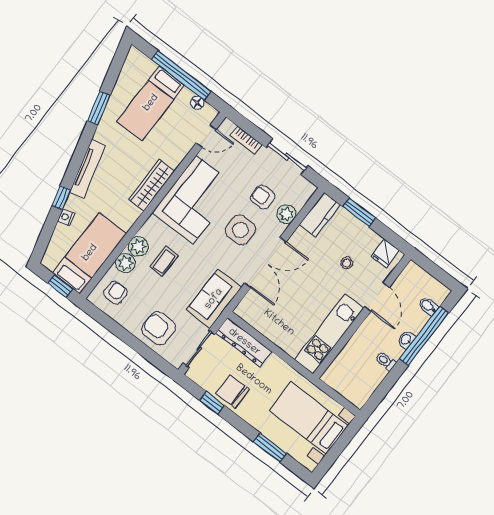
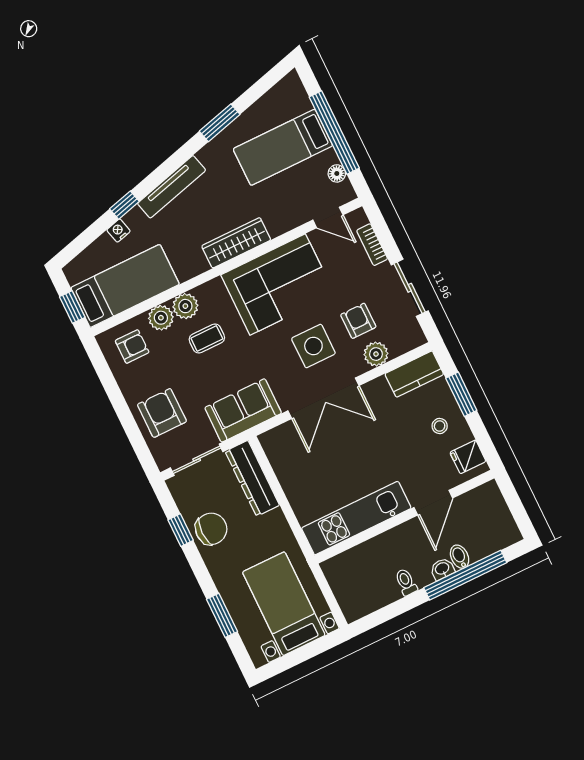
stool: (347, 263) -> (440, 426), moved
bidet: (428, 306) -> (460, 557), moved
chair: (233, 391) -> (211, 529), turned 90

